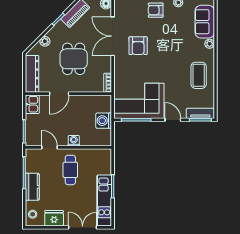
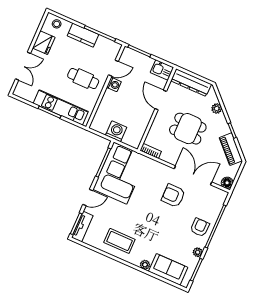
washing machine: (74, 141) -> (114, 84), moved
kitchen unit: (104, 200) -> (61, 107), moved

